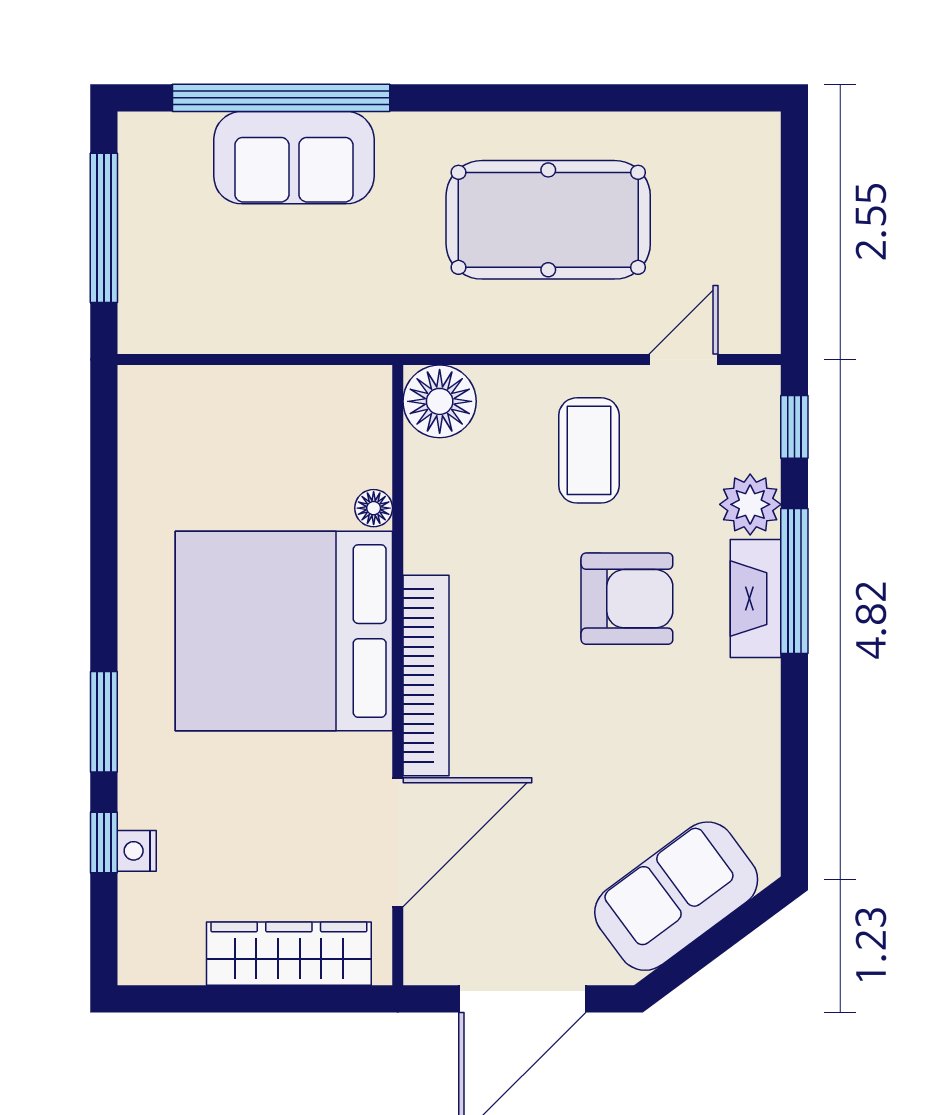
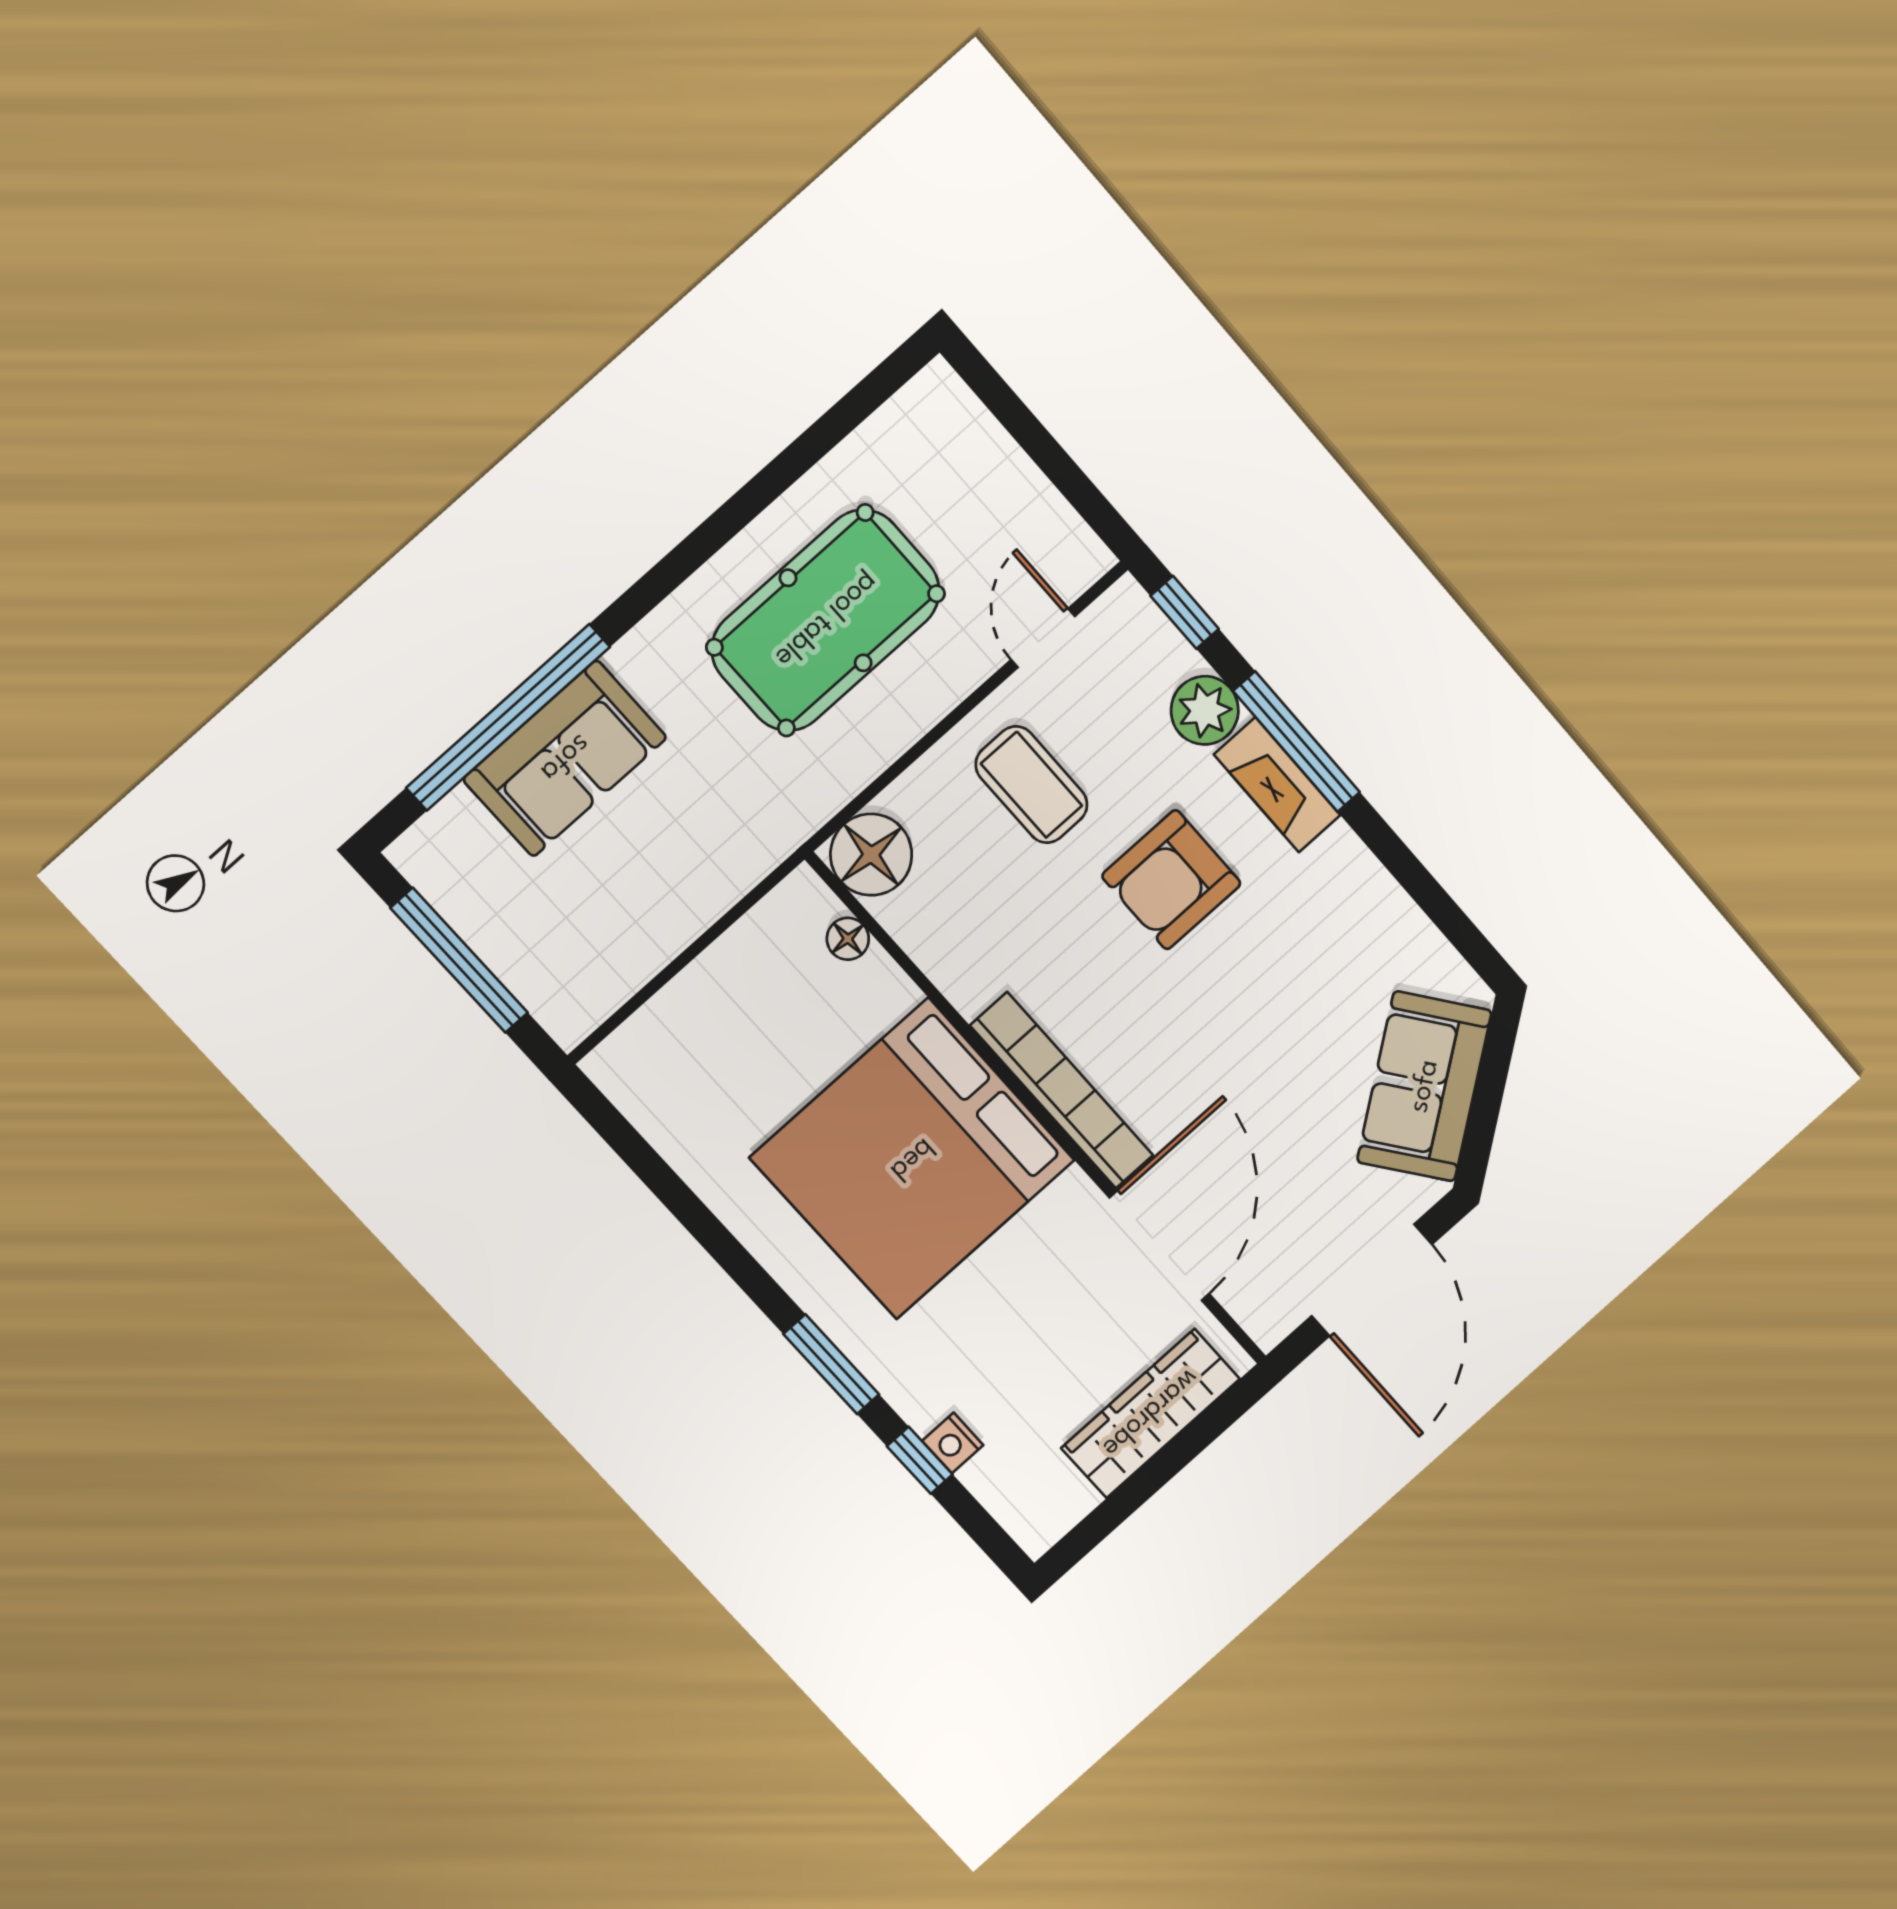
floor lamp: (374, 508) -> (848, 939), moved
armchair: (627, 599) -> (1171, 880), turned 180

